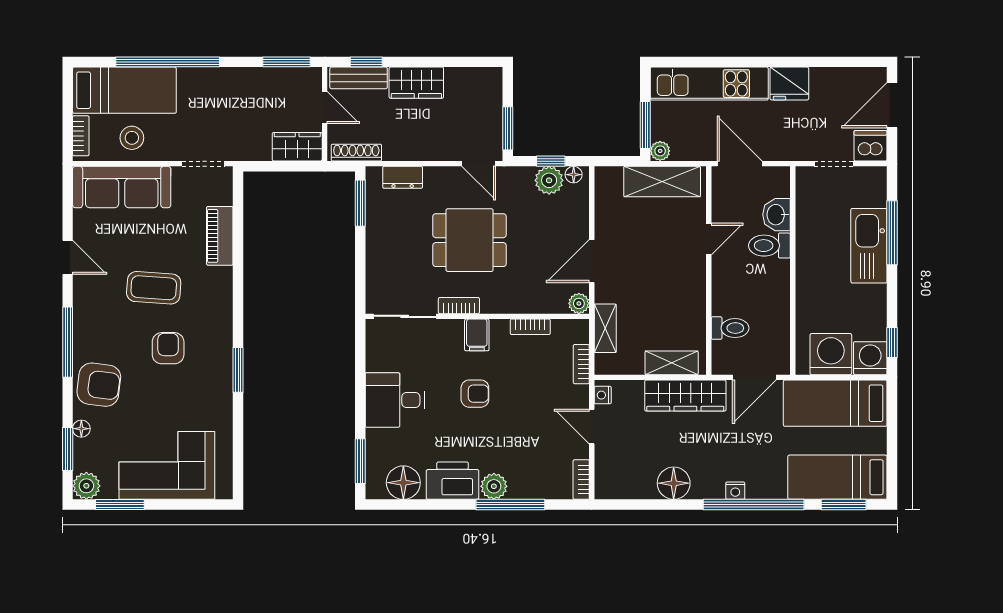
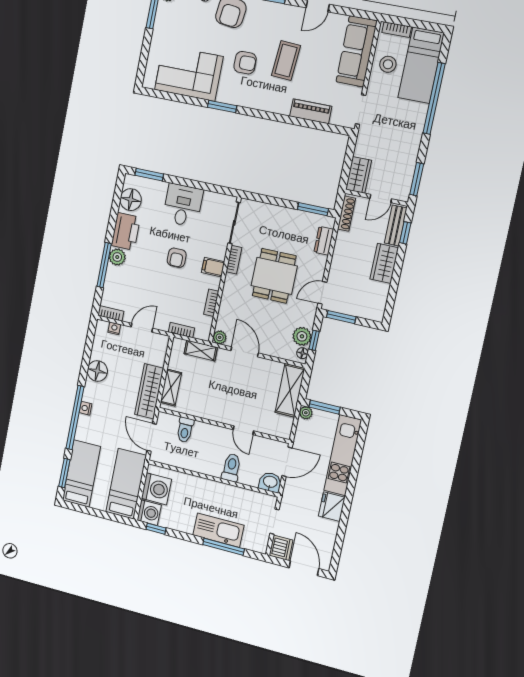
shelving: (662, 181) -> (290, 390), moved
washbasin: (776, 215) -> (270, 482), moved
nightstand: (603, 395) -> (114, 328), moved
corner sofa: (167, 465) -> (189, 73), moved, turned -90

